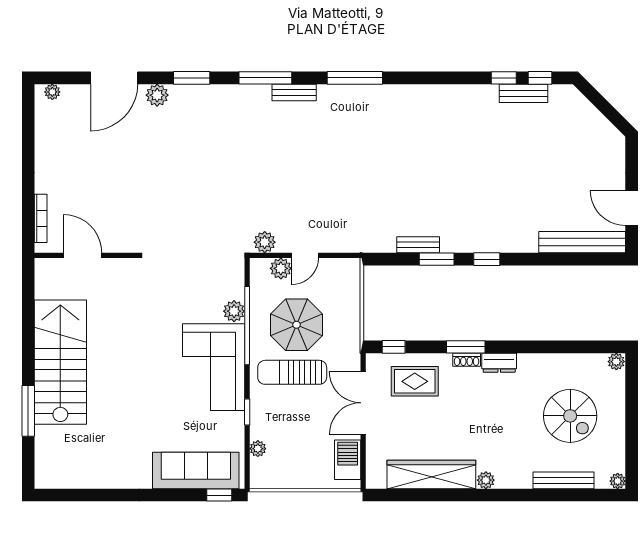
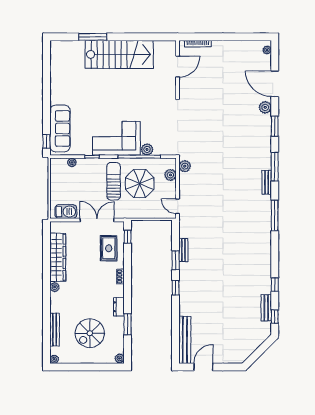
window: (504, 78) -> (275, 285), moved
door: (305, 255) -> (178, 206), moved
window: (466, 347) -> (128, 324), moved
dresser: (499, 363) -> (119, 307), moved

